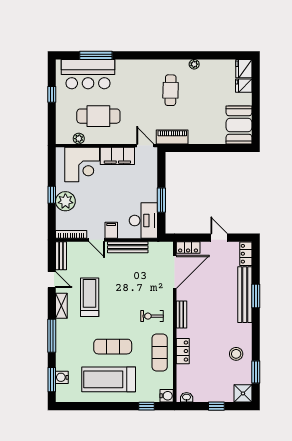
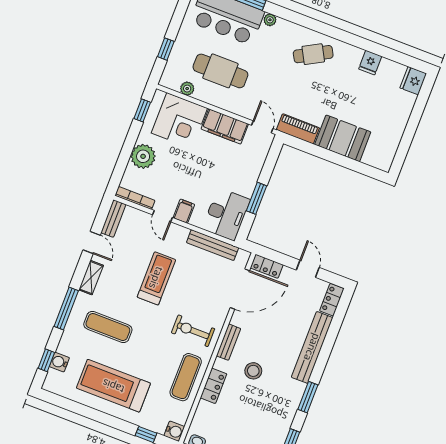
plant: (194, 64) -> (270, 20), moved
fridge: (244, 86) -> (370, 63), moved, turned -90
cafe table: (171, 90) -> (313, 54), moved, turned 60
window: (52, 94) -> (166, 49), moved
booth: (239, 125) -> (343, 138), moved, turned 90
window: (52, 195) -> (142, 110), moved
bench: (128, 247) -> (213, 245), moved
window: (256, 296) -> (308, 397), moved
treadmill: (90, 297) -> (156, 278), moved
exercise bike: (152, 316) -> (193, 331), width x1.38, depth x1.39
exercise mat: (113, 347) -> (108, 327), moved
stool: (236, 354) -> (253, 371), moved
window: (52, 380) -> (46, 360), width x0.67

